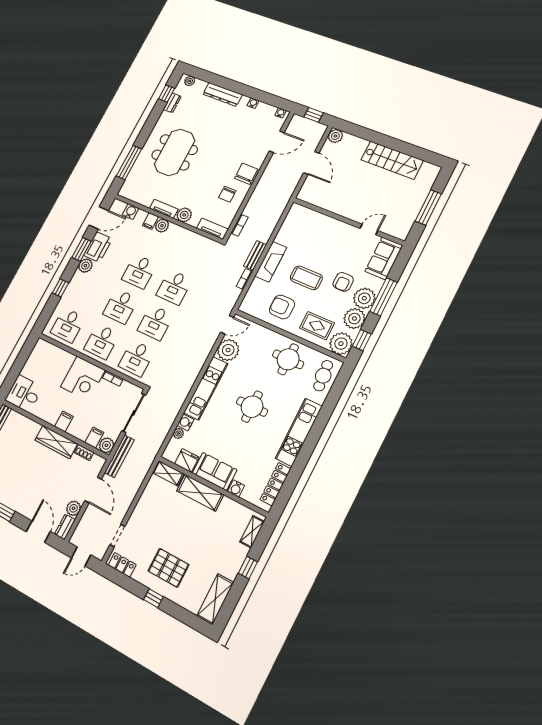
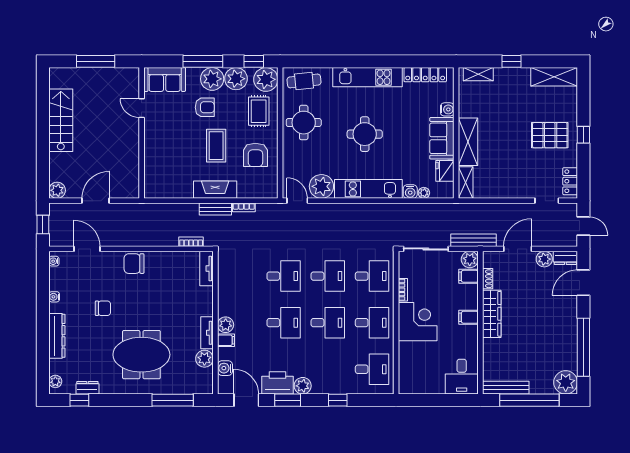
chair: (227, 194) -> (103, 308), moved
plant: (184, 215) -> (204, 359), moved
pallet: (168, 568) -> (550, 135), turned 90

